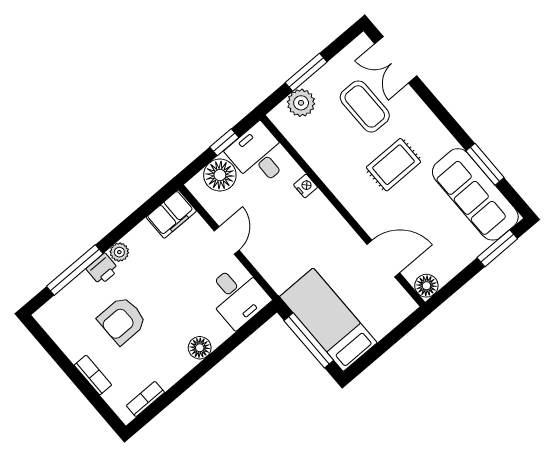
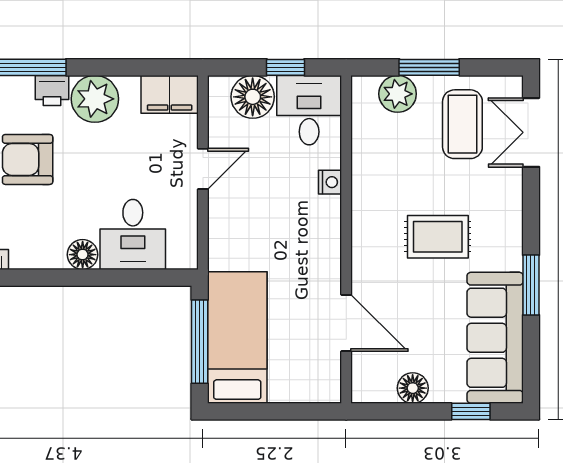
coffee table: (365, 106) -> (462, 124), moved
window: (485, 164) -> (531, 285), moved
window: (497, 248) -> (471, 411), width x0.67
plant: (119, 252) -> (95, 99), width x1.88, depth x1.88
floor lamp: (426, 286) -> (413, 388), moved
desk: (237, 296) -> (133, 234), moved

